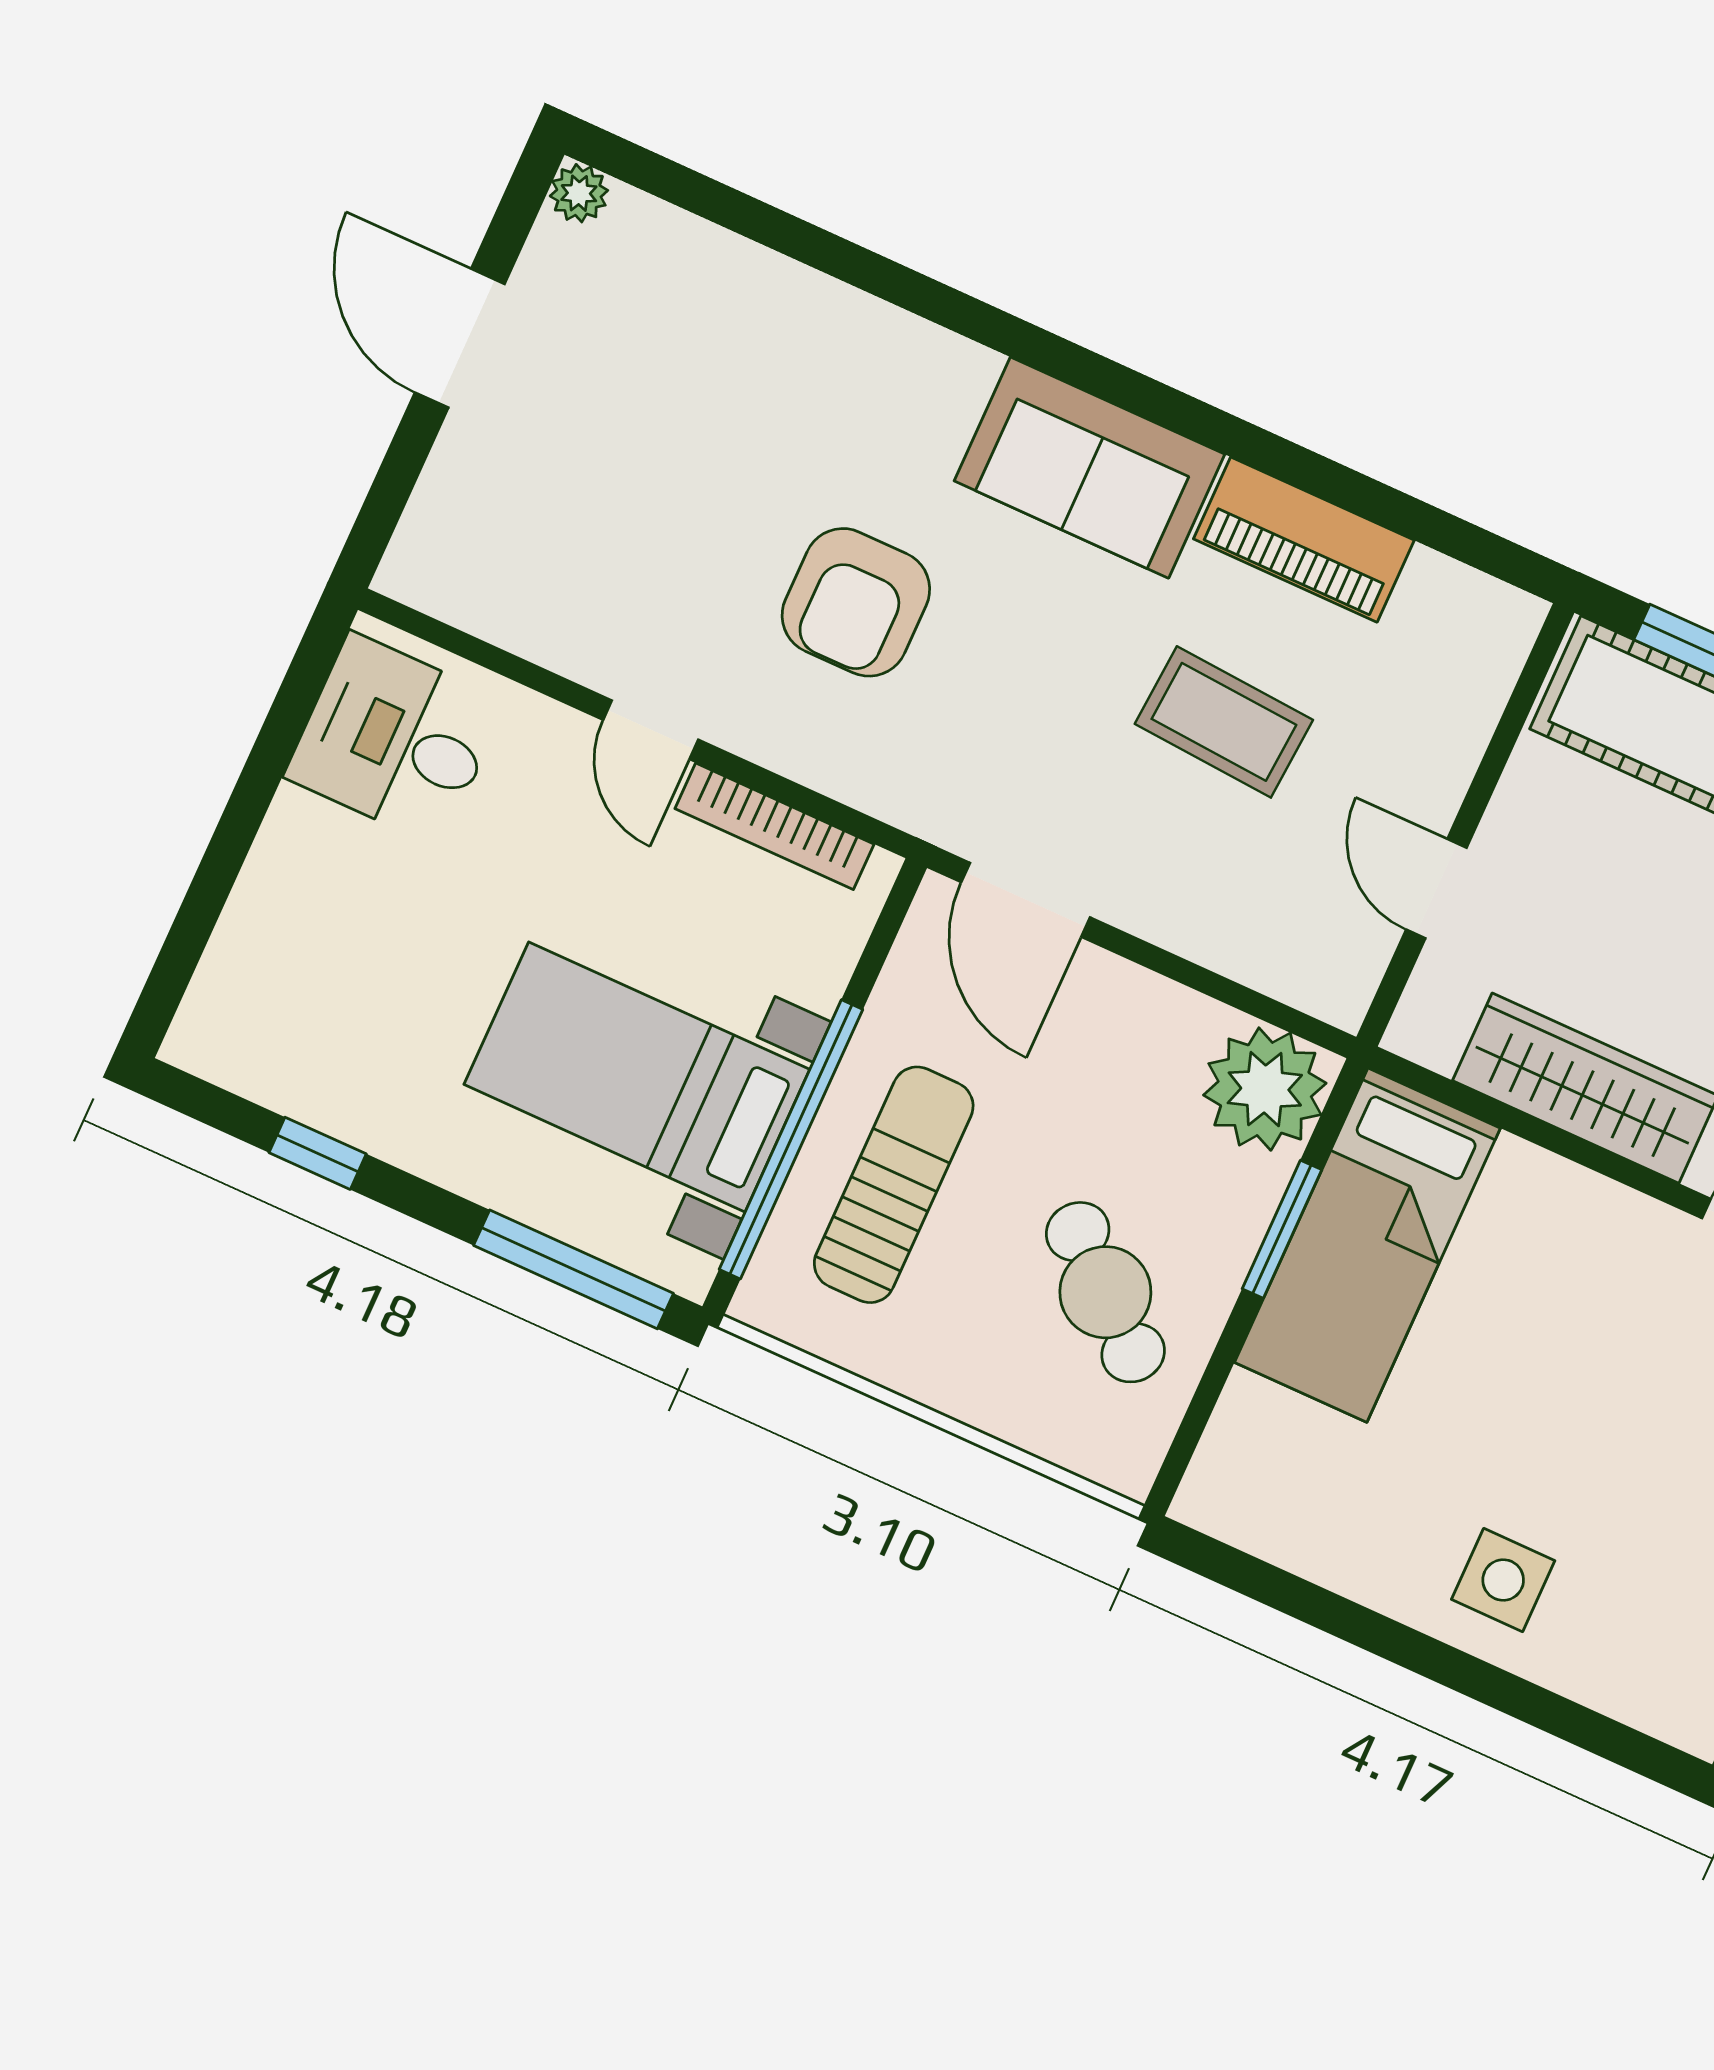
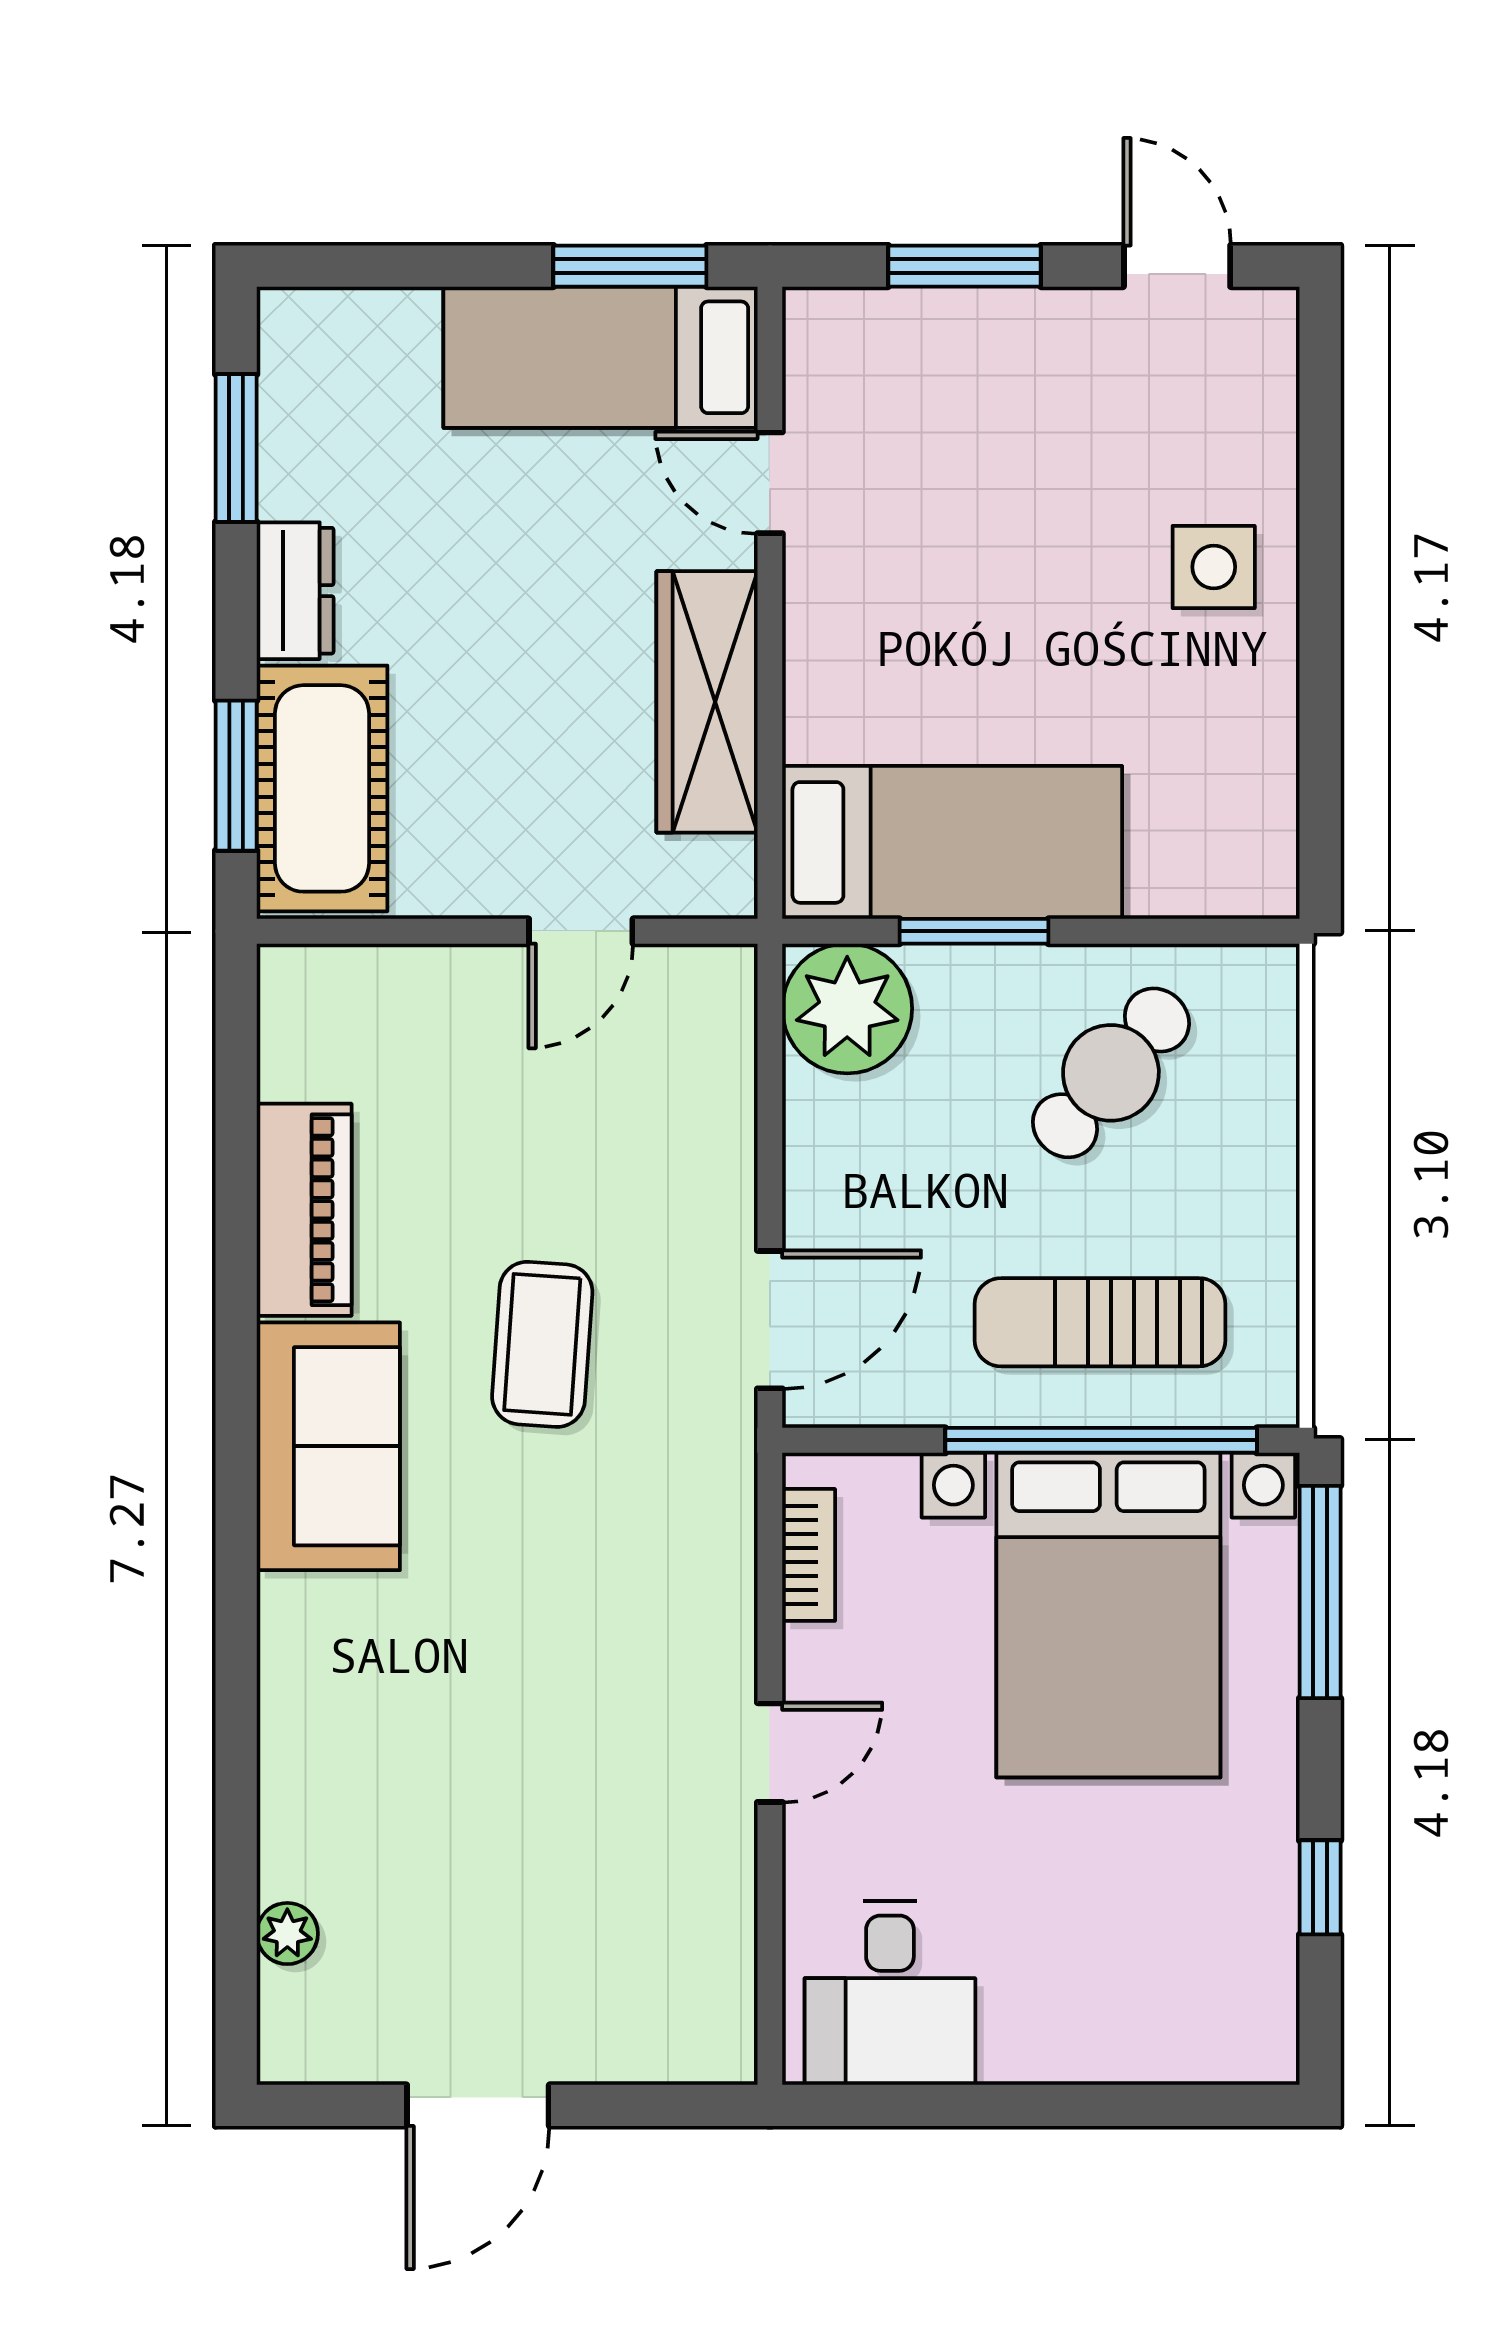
plant: (579, 193) -> (287, 1934), moved
armchair: (856, 602) -> (559, 1611), removed
coffee table: (1224, 722) -> (542, 1344), moved
bookcase: (774, 826) -> (809, 1555), width x0.64
bed with nightstands: (637, 1077) -> (1108, 1615), width x1.36

